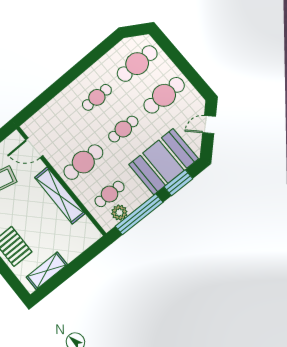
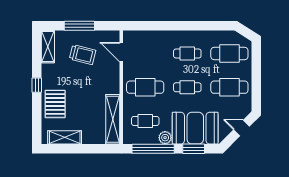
shelving: (60, 195) -> (113, 119), moved
plant: (119, 213) -> (165, 138), moved

